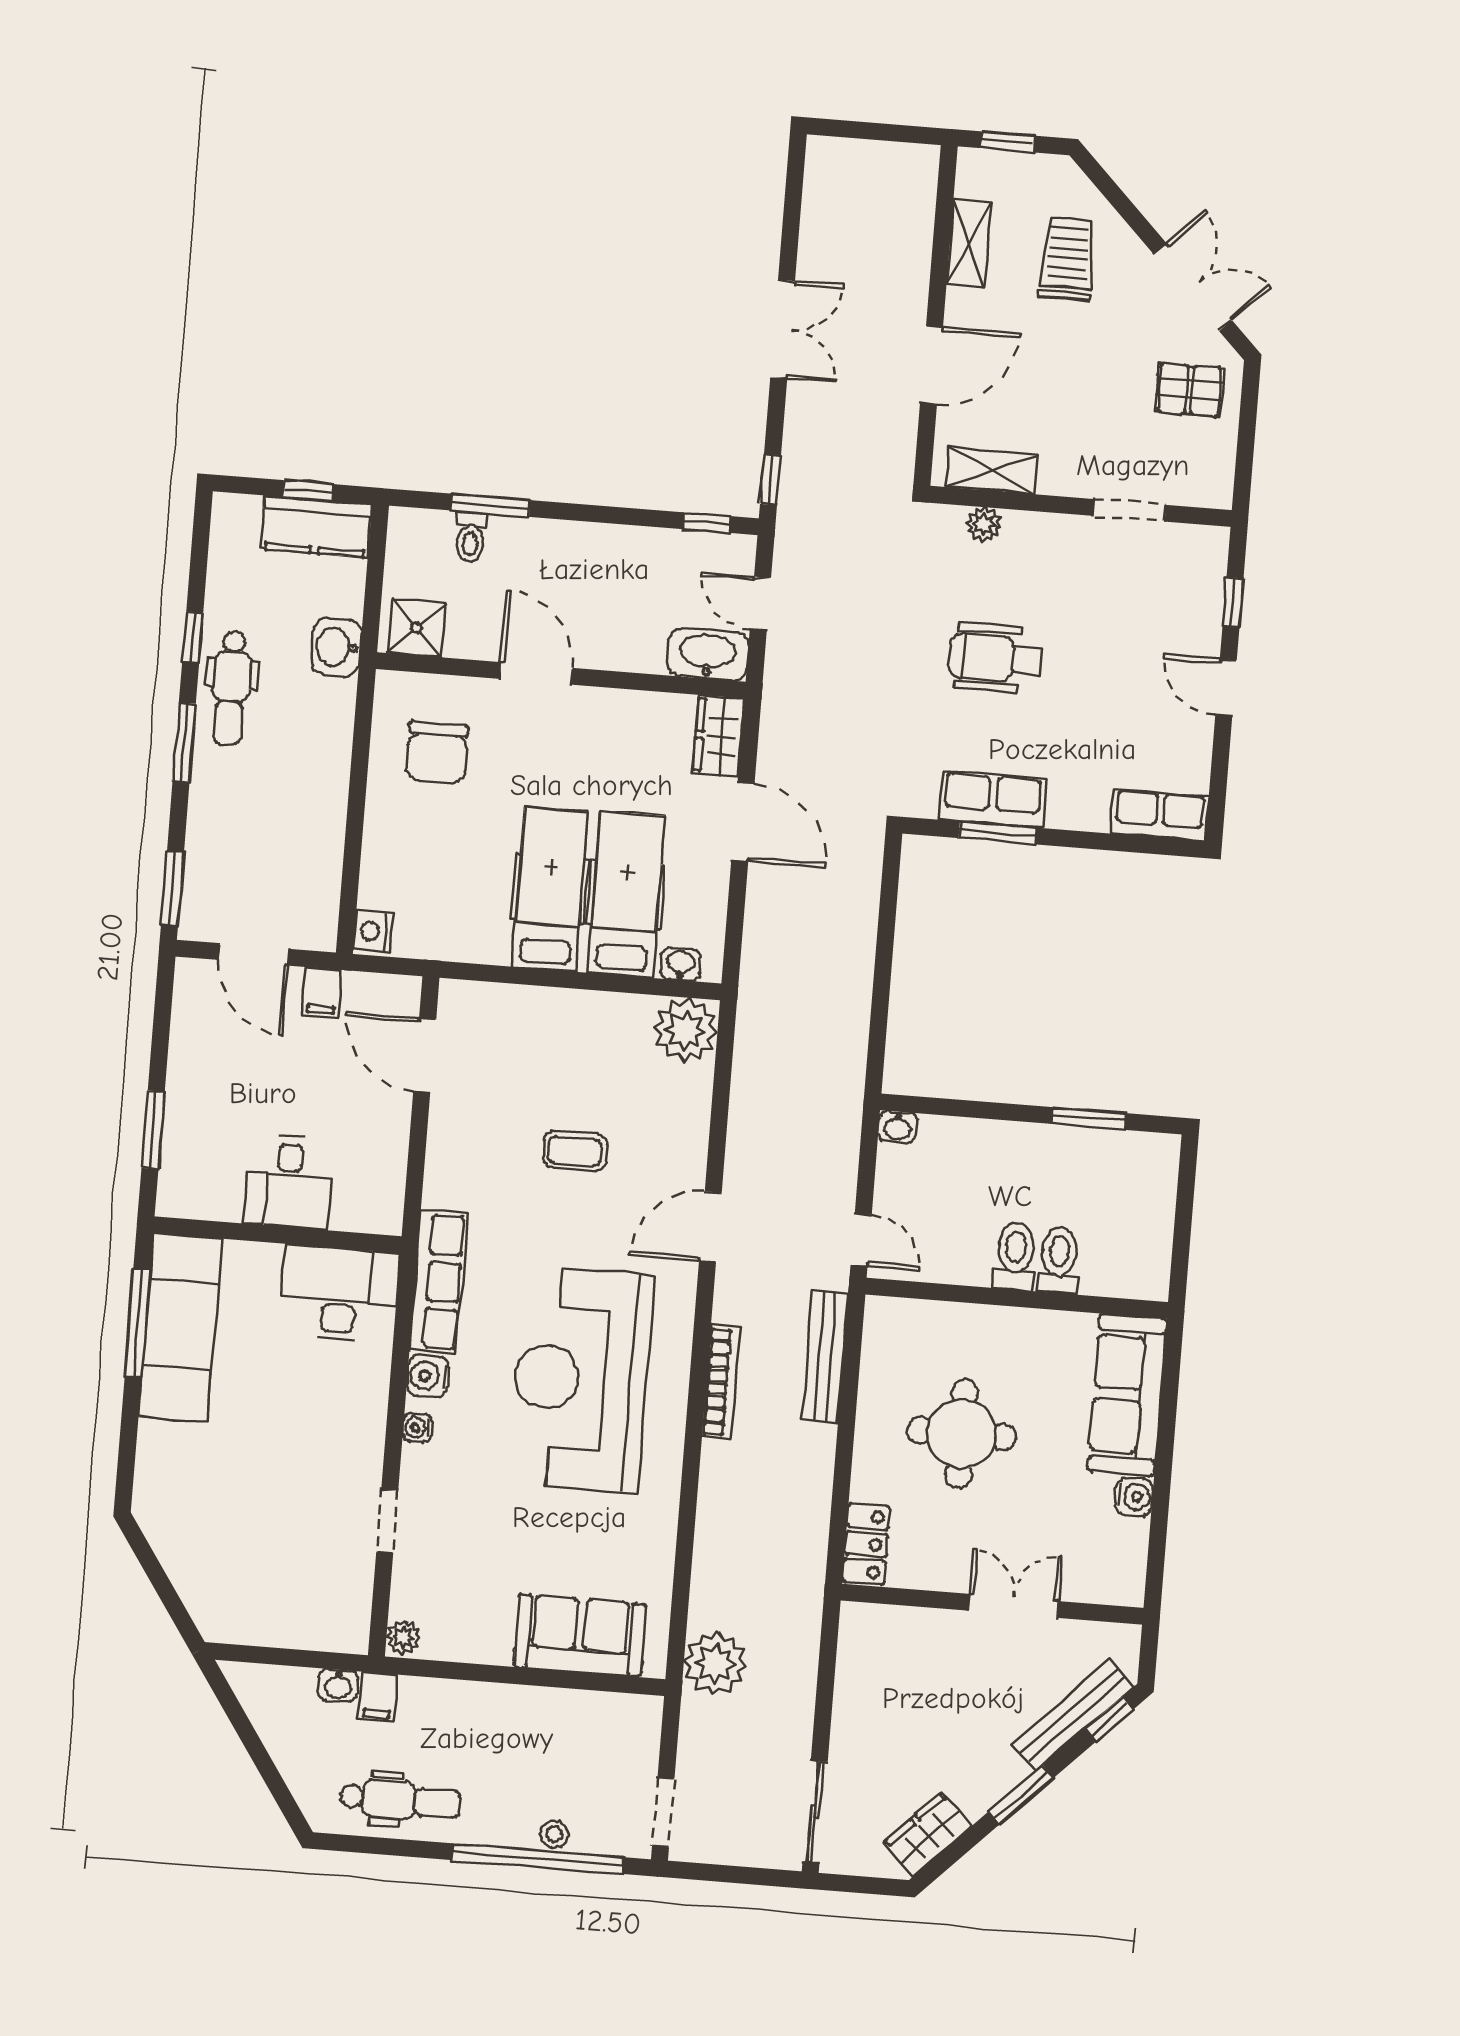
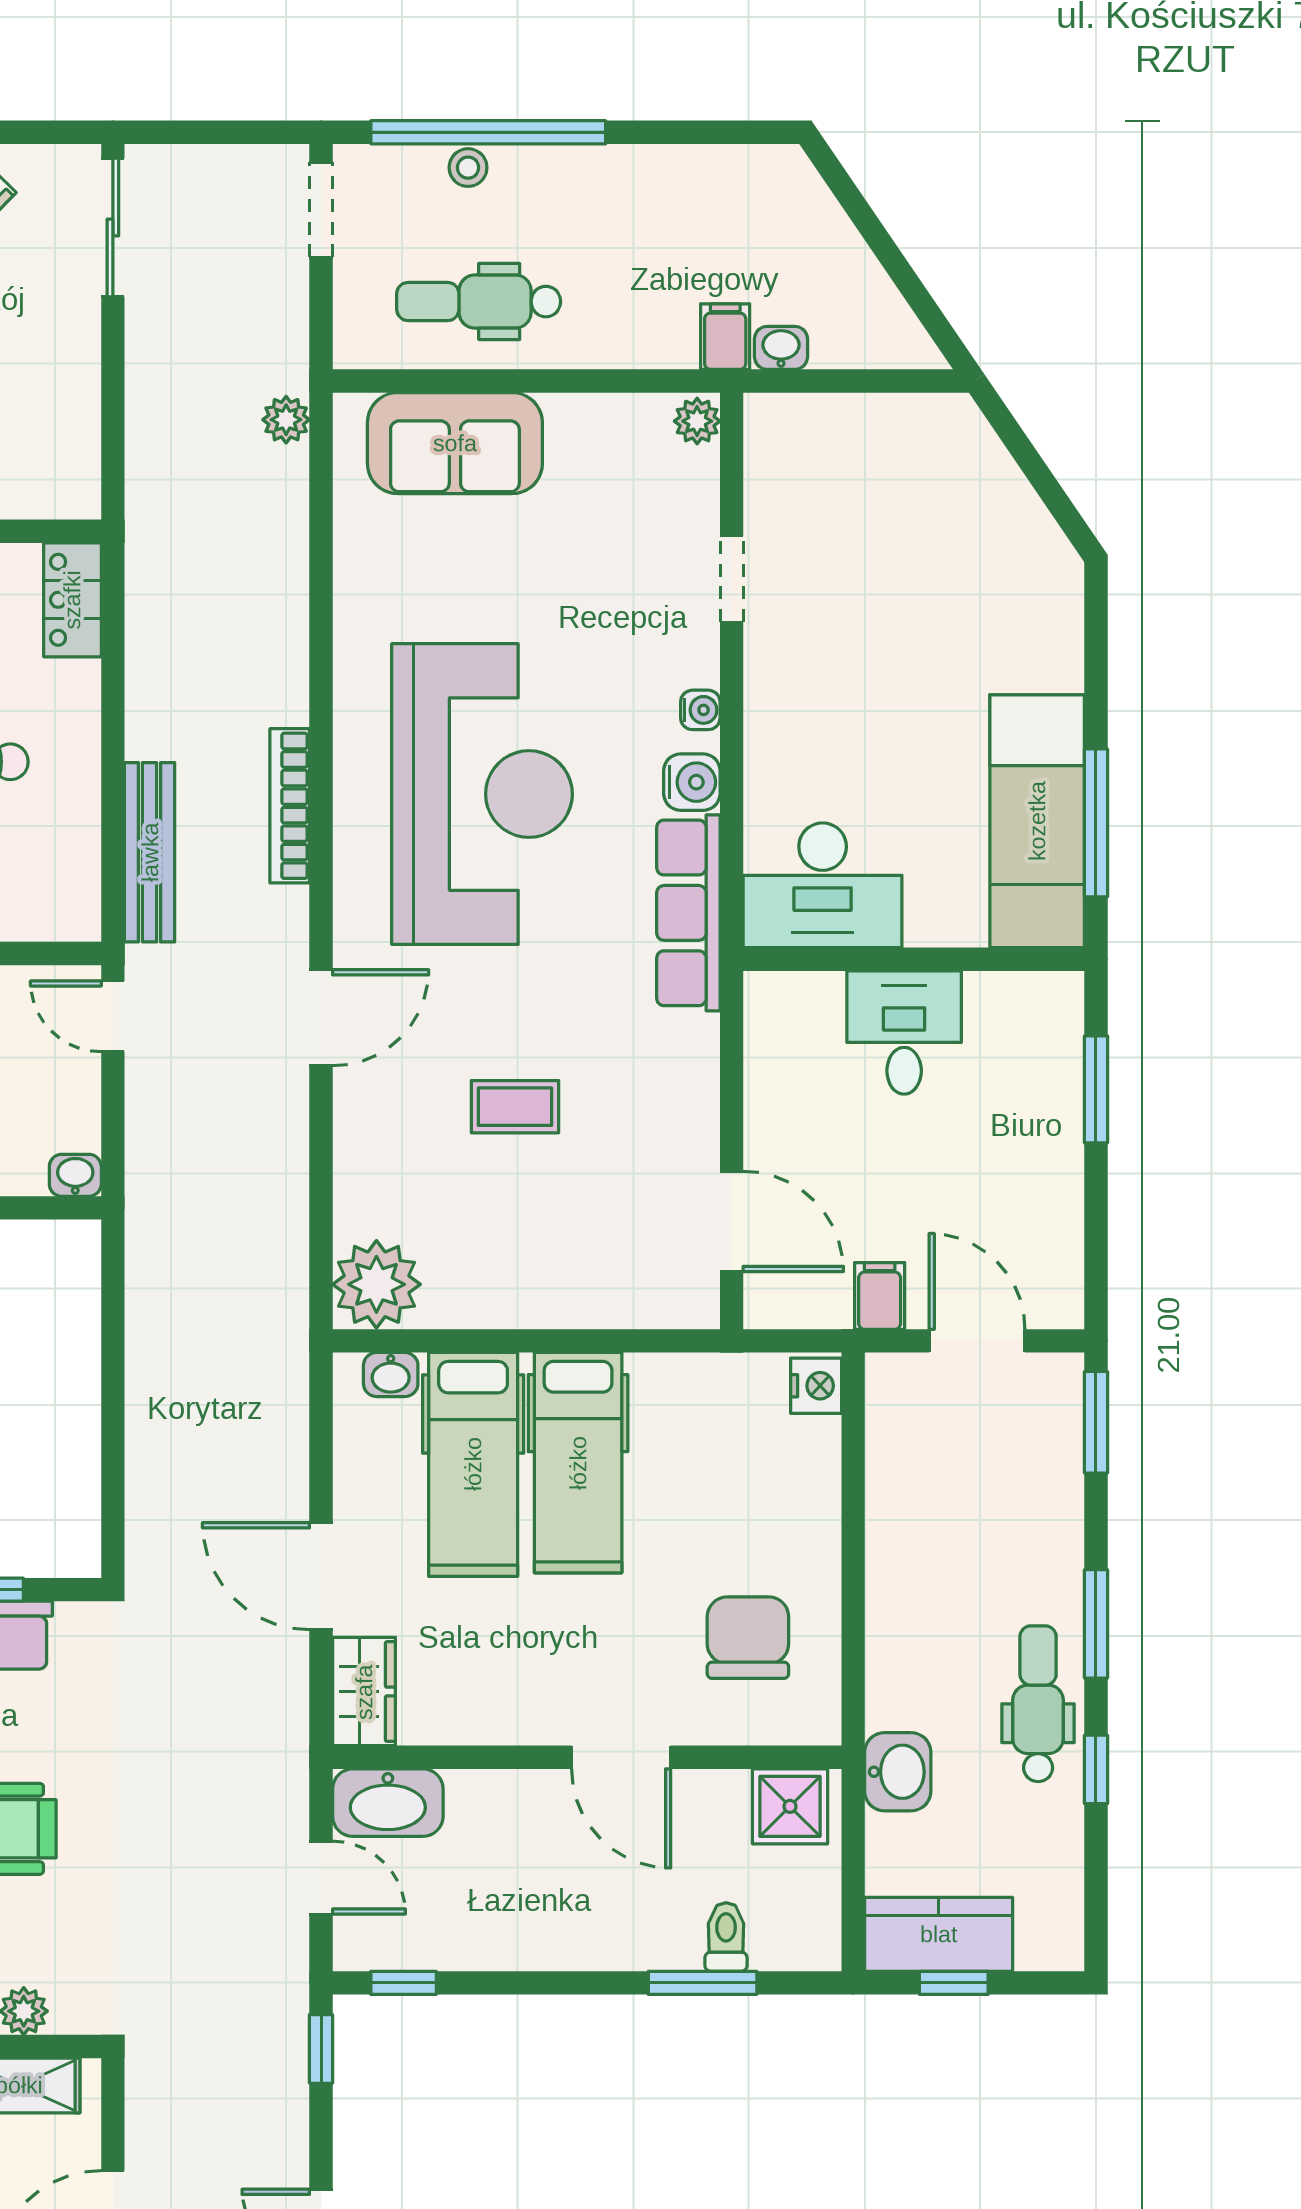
plant: (716, 1663) -> (286, 420), width x0.53, depth x0.53
dental chair: (400, 1800) -> (479, 302), moved

